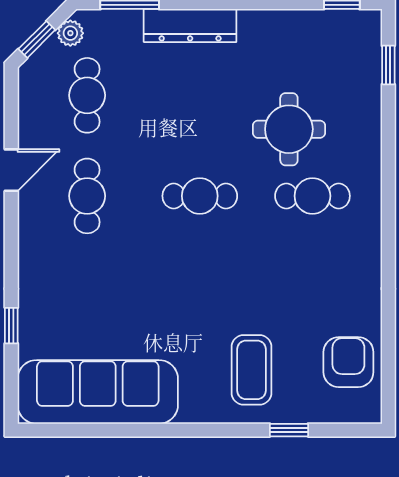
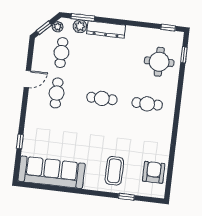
plant: (125, 25) -> (80, 26), added
round table: (289, 129) -> (159, 62), moved

